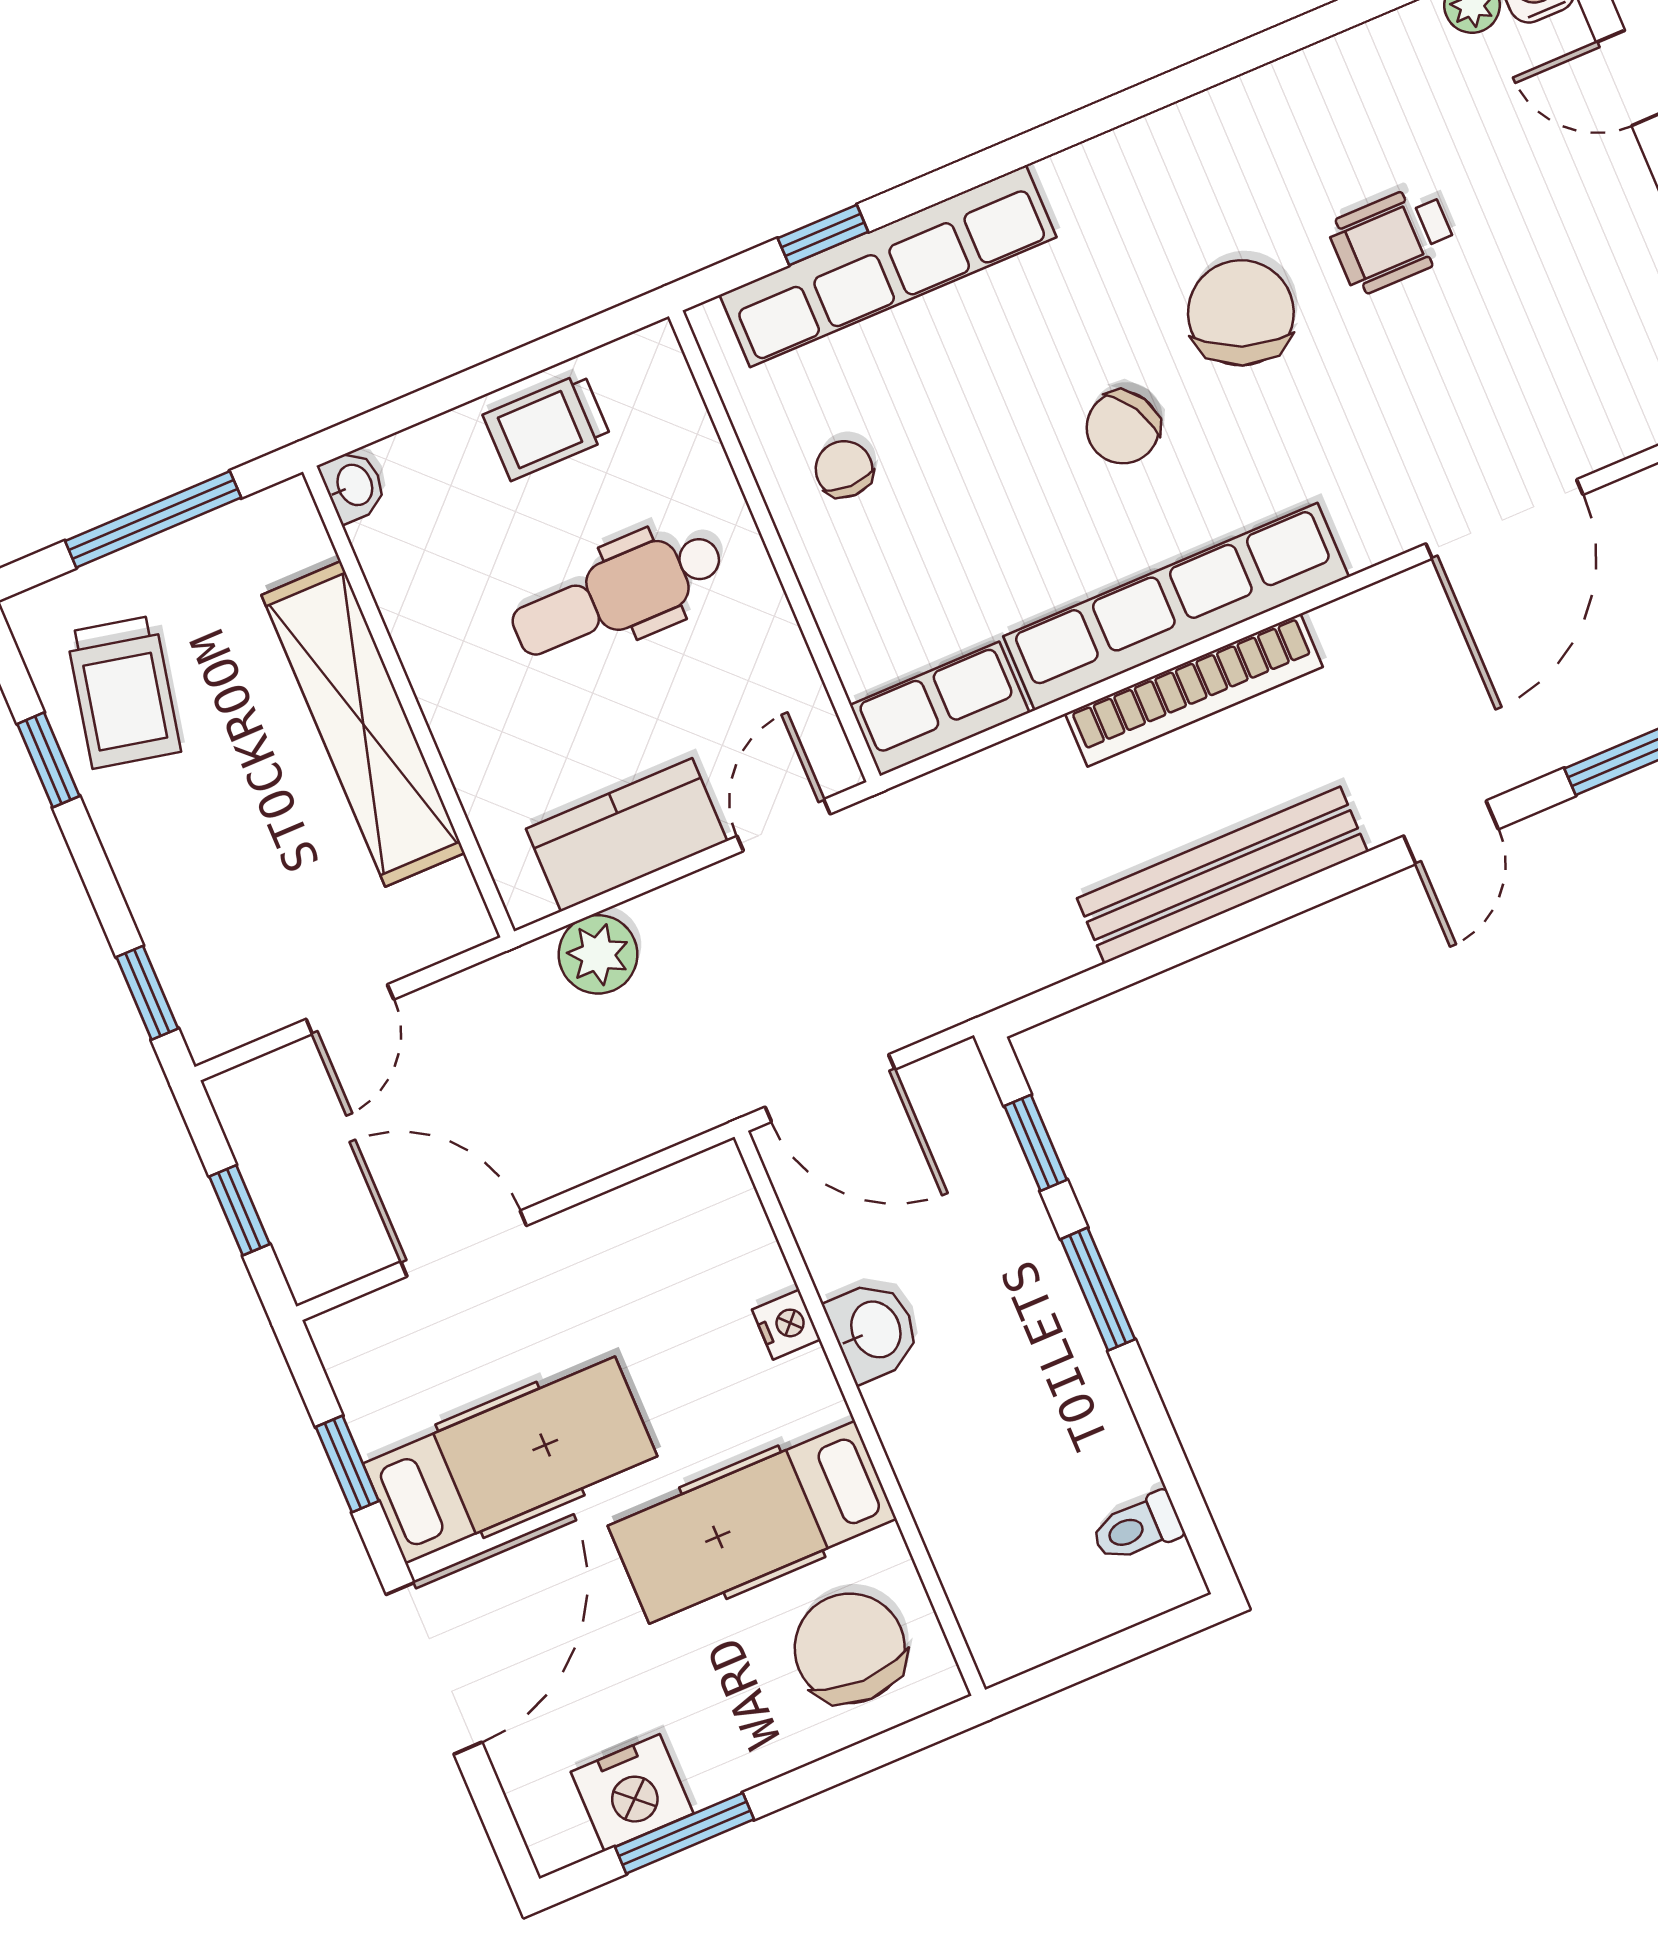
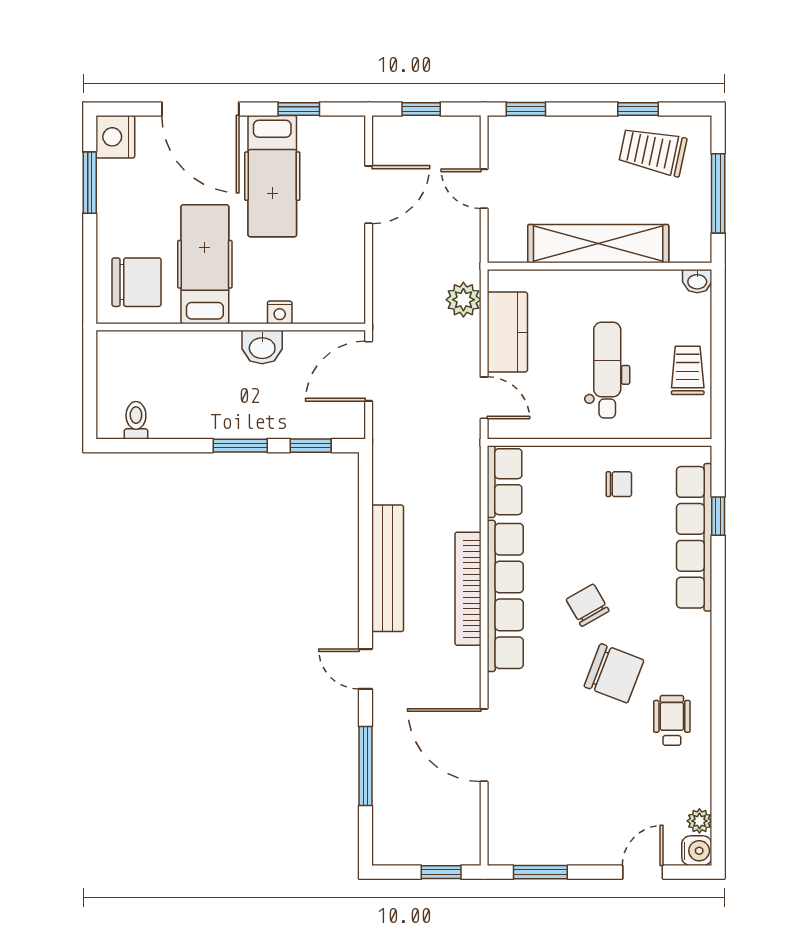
wheelchair: (1392, 239) -> (672, 720), moved
nightstand: (632, 1793) -> (115, 137), moved

